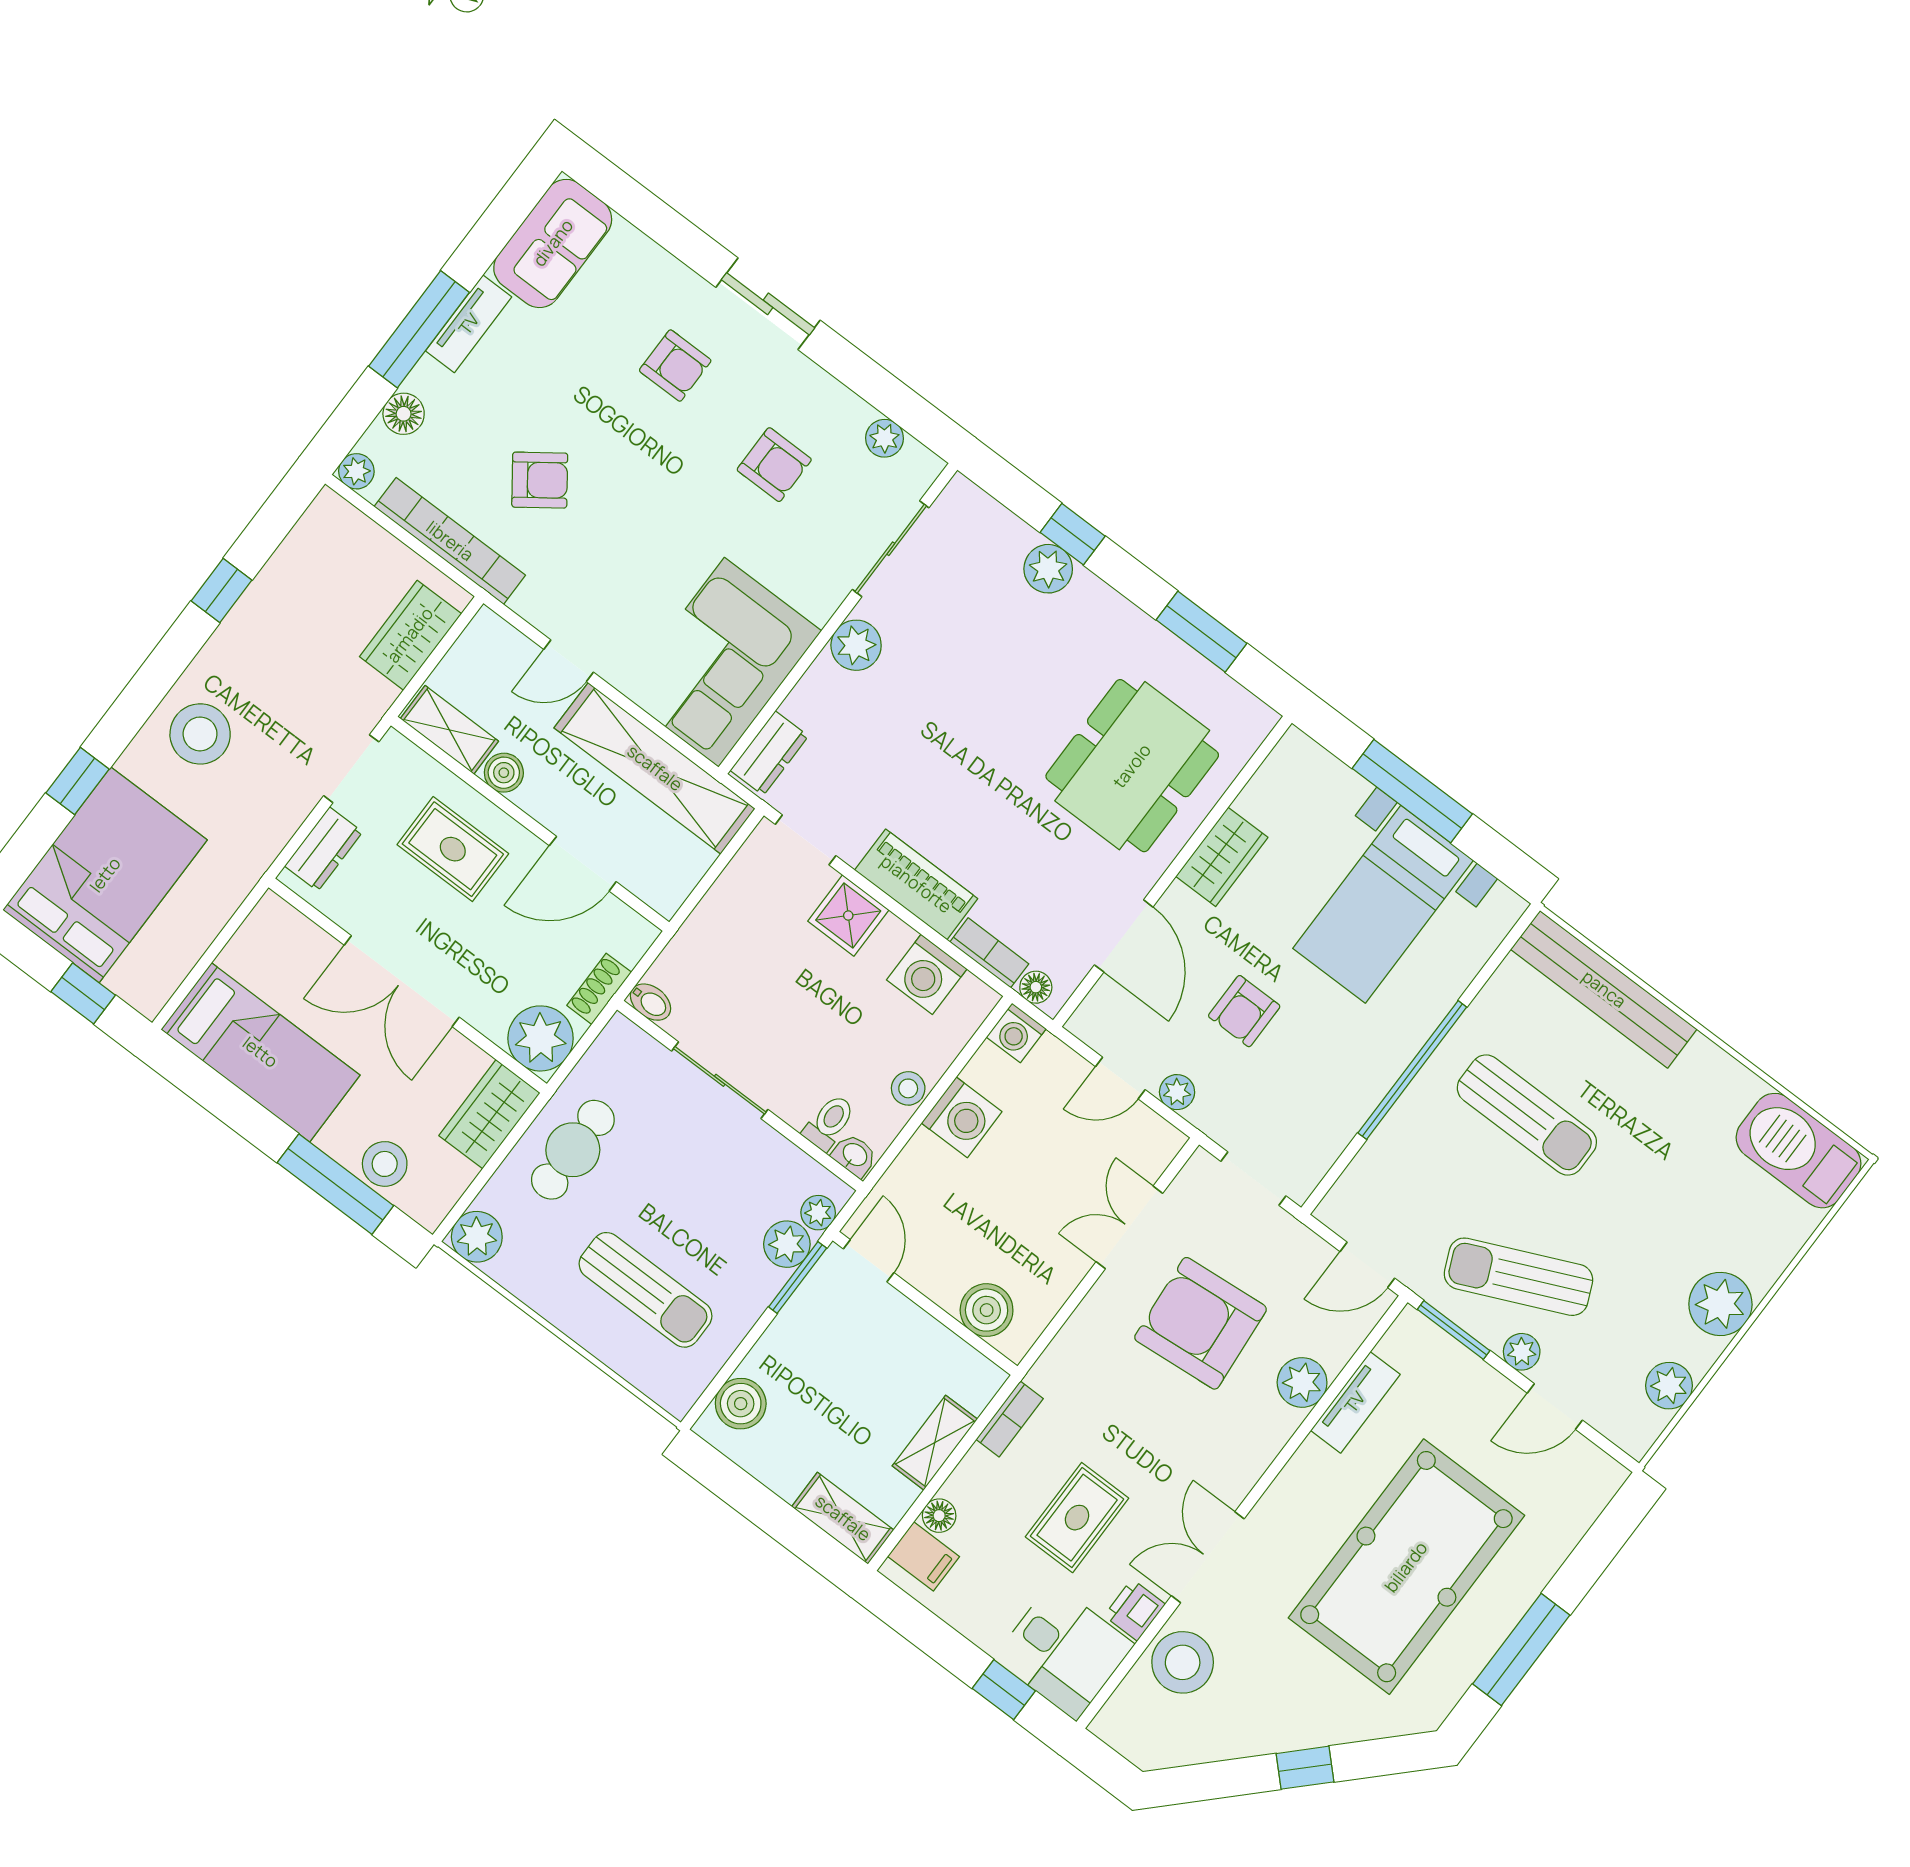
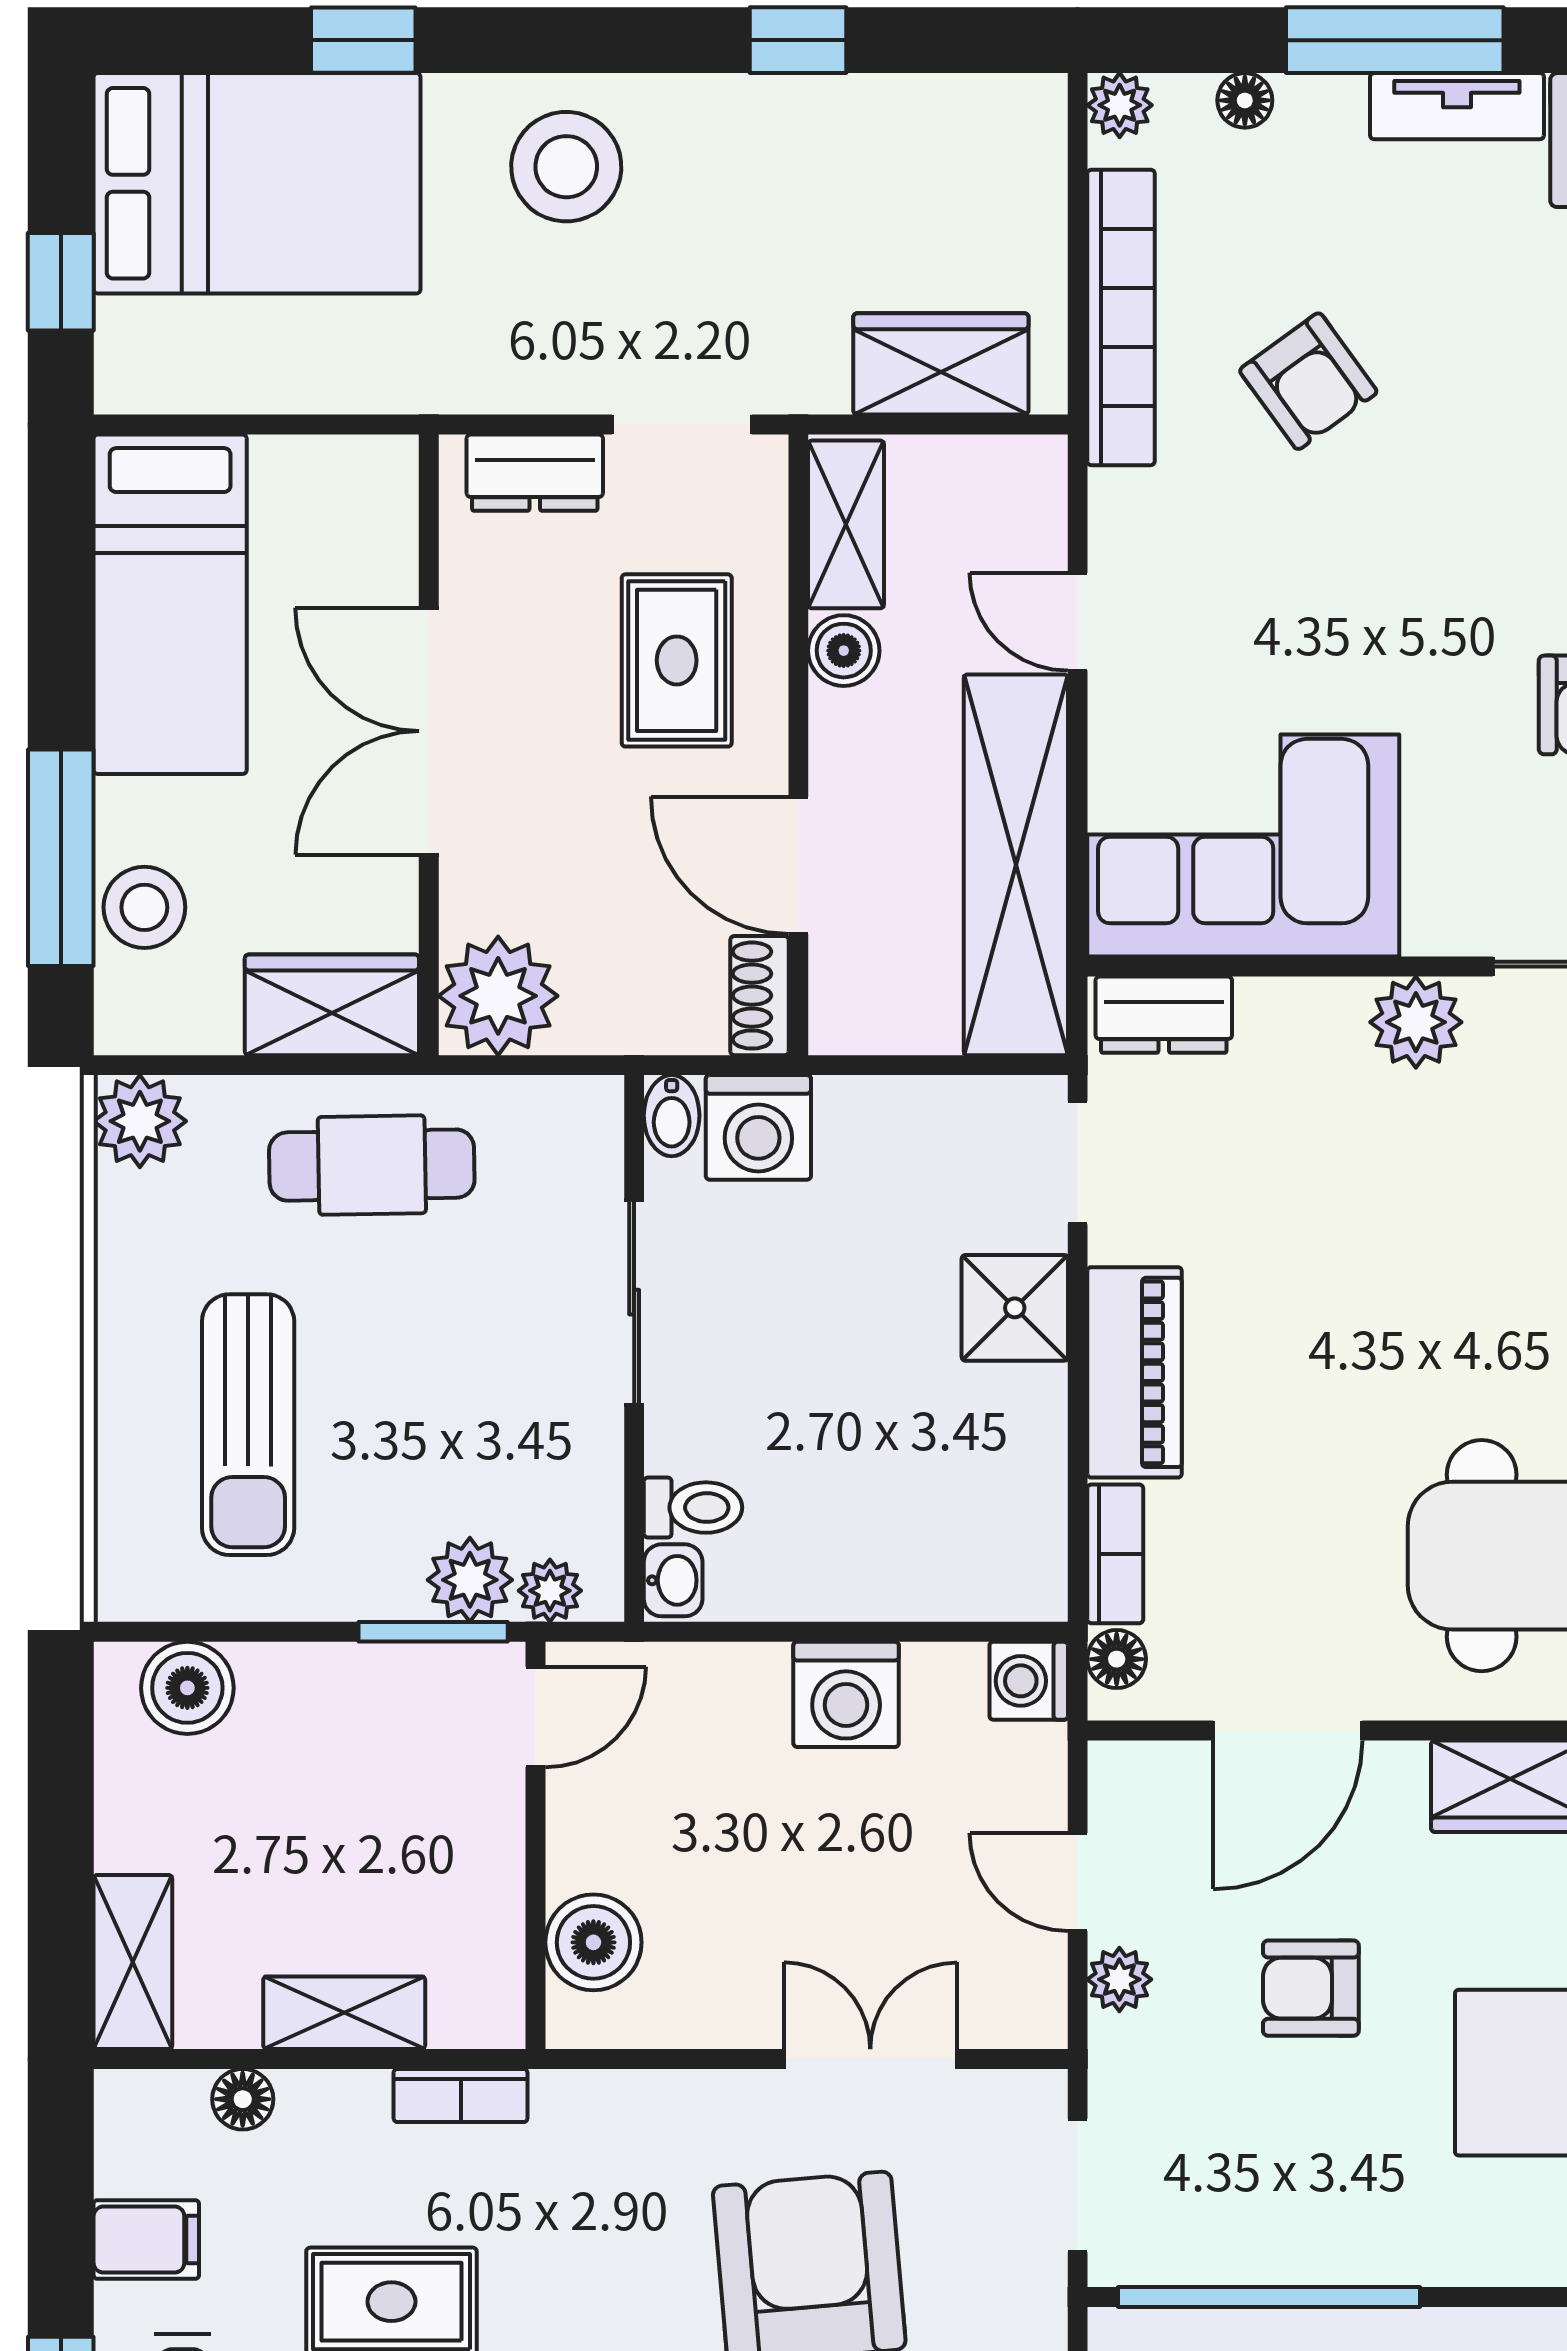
floor lamp: (404, 414) -> (1245, 100), width x0.73, depth x0.73
washing machine: (927, 974) -> (758, 1127), moved, turned -90
shoe rack: (599, 989) -> (760, 996), moved, turned -90
window: (1412, 1070) -> (1269, 2297), moved
stool: (908, 1088) -> (829, 1585), removed
filing cabinet: (924, 1556) -> (146, 2240), moved, turned -90

